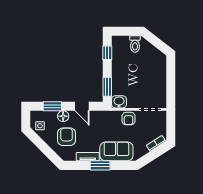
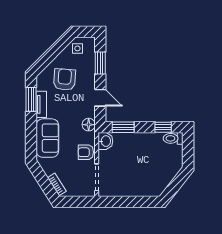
toilet: (135, 44) -> (173, 138), moved
door: (82, 106) -> (100, 98), swing flipped
floor lamp: (63, 116) -> (89, 125), moved
armchair: (66, 137) -> (65, 80), turned -86
window: (100, 165) -> (31, 99), moved

